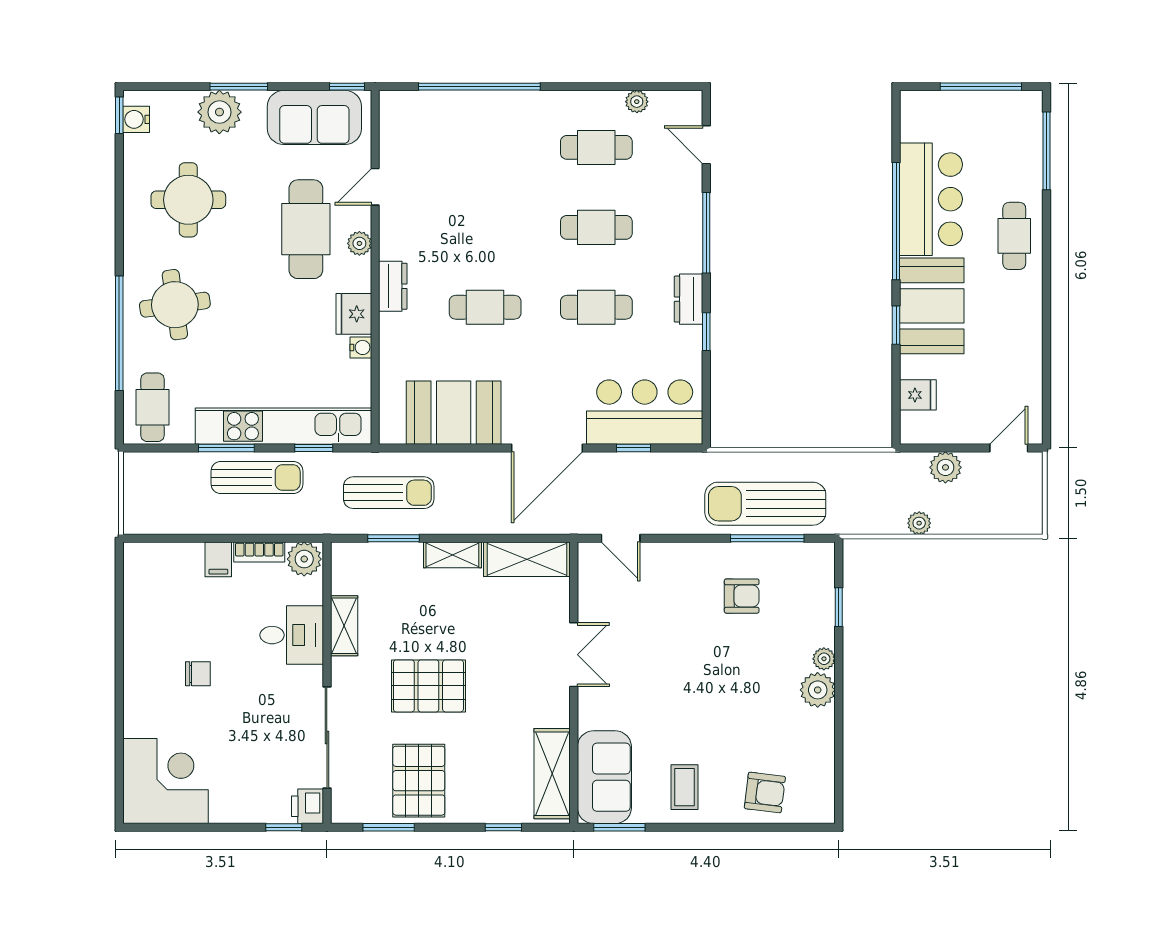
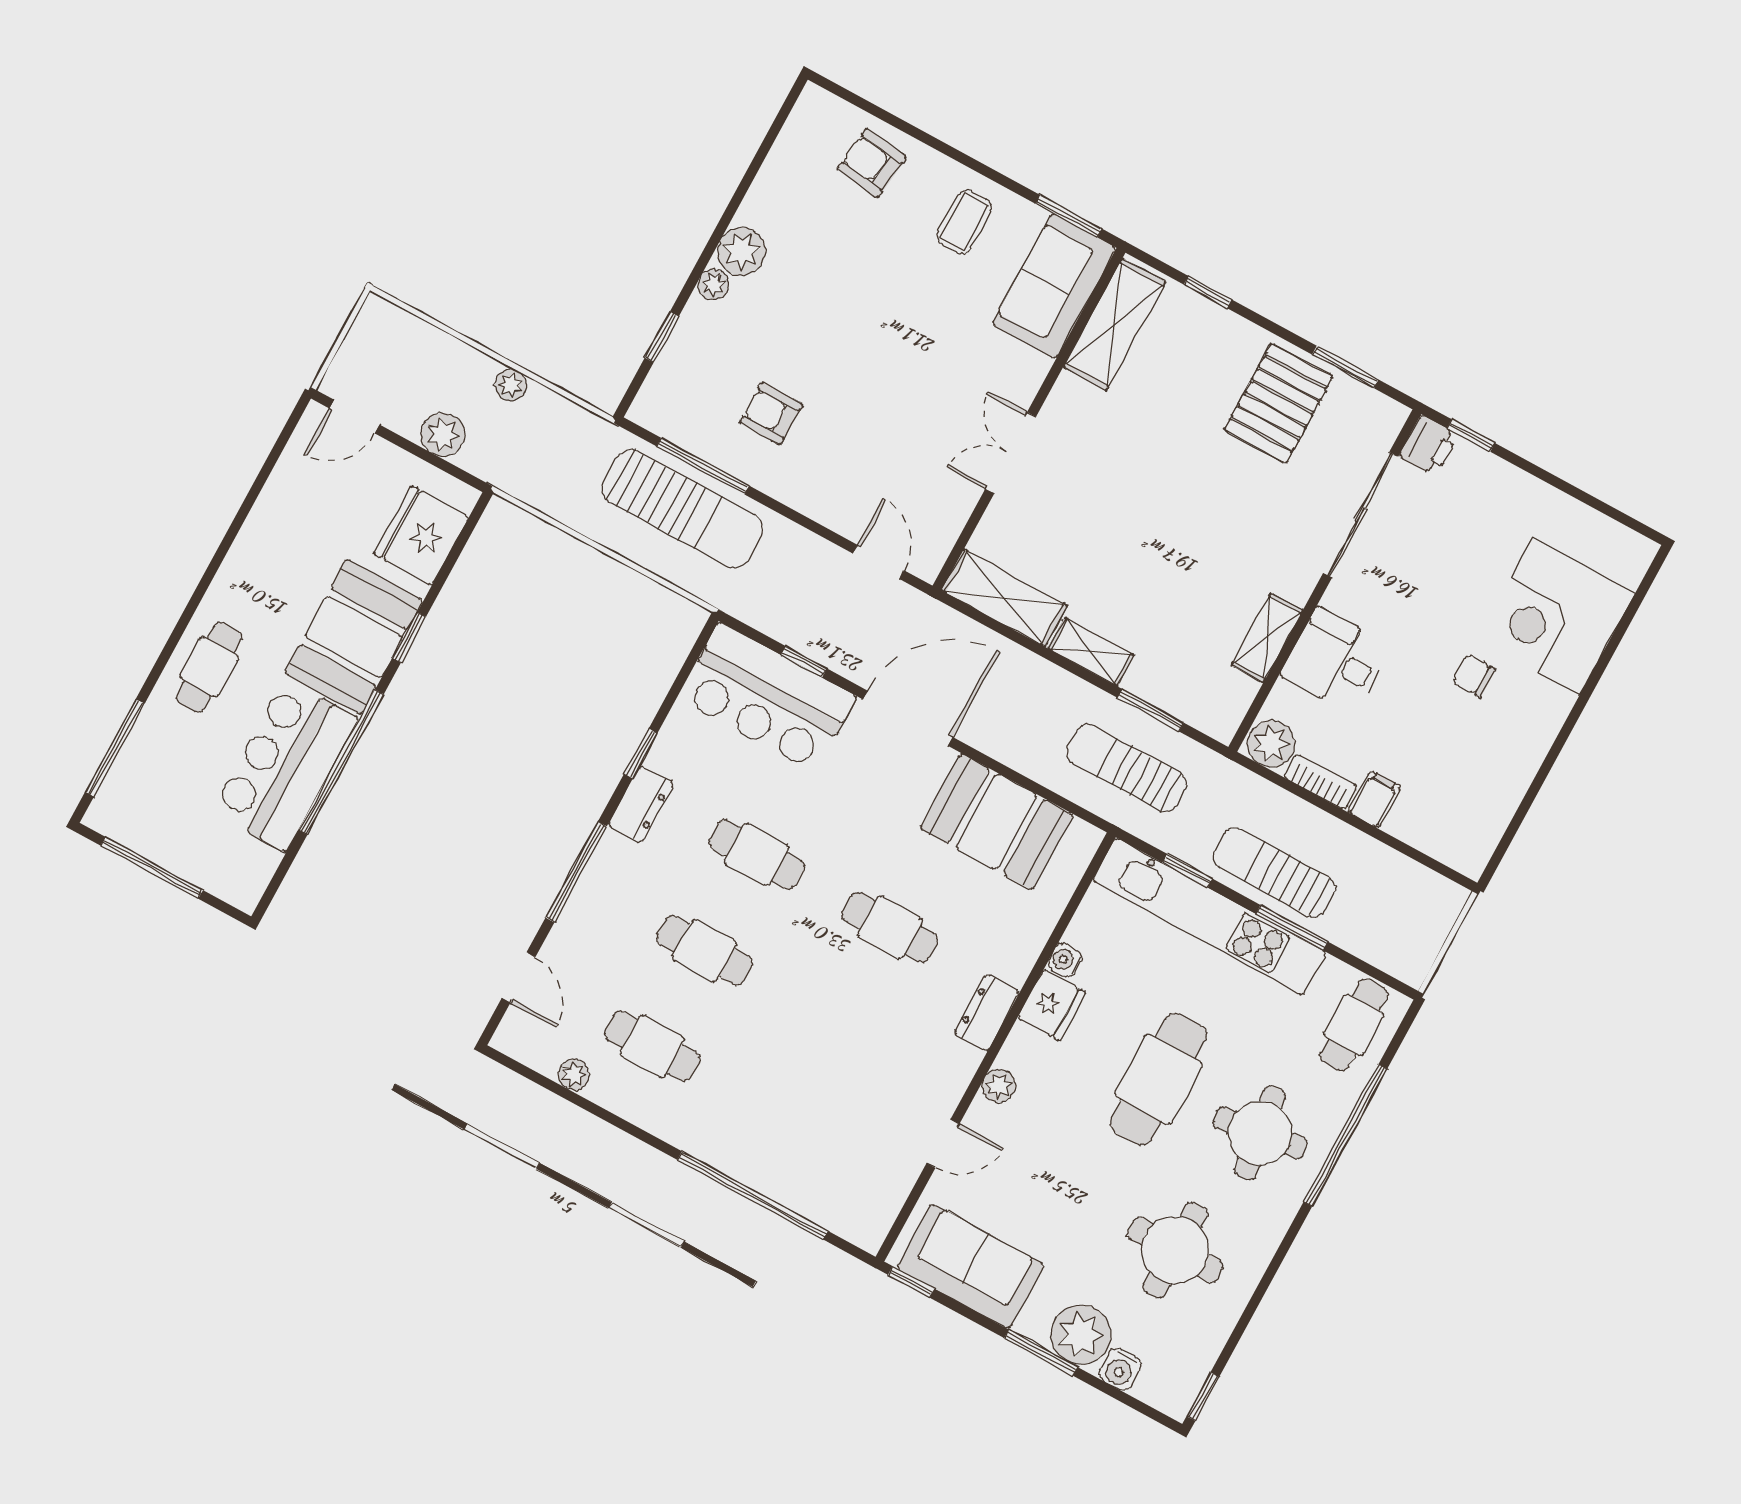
water cooler: (136, 119) -> (1120, 1369), moved, turned 90
cafe table: (306, 229) -> (1158, 1079), moved
fridge: (918, 395) -> (421, 535), width x1.88, depth x1.34
pallet: (428, 686) -> (1205, 510), removed
corner desk: (165, 781) -> (1556, 616), moved

